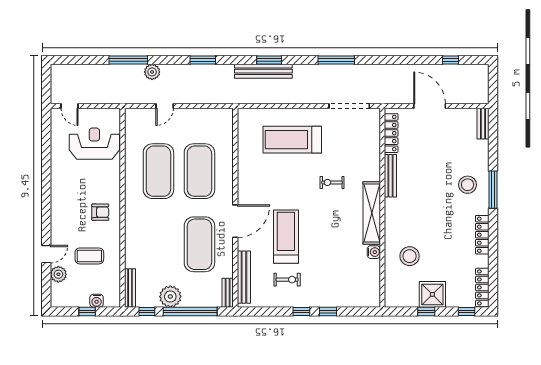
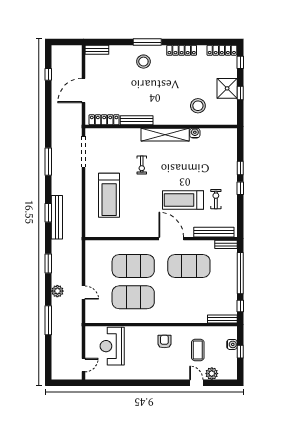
plant: (152, 72) -> (57, 291), moved
plant: (170, 297) -> (229, 288), removed

